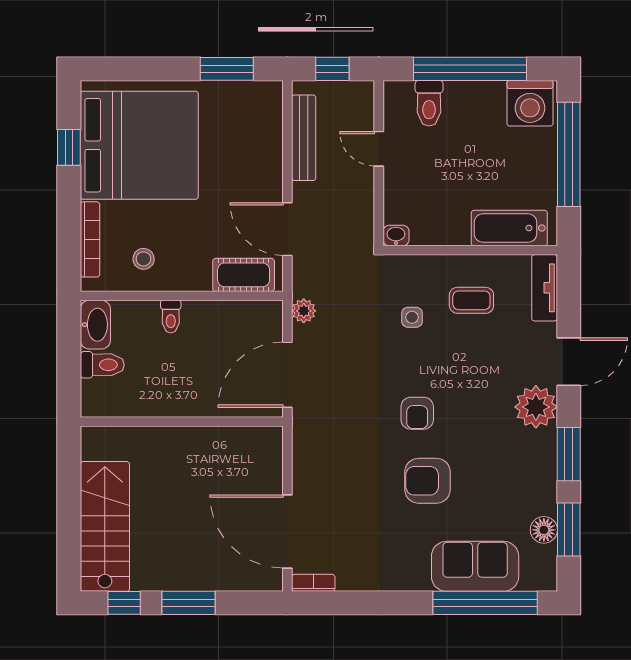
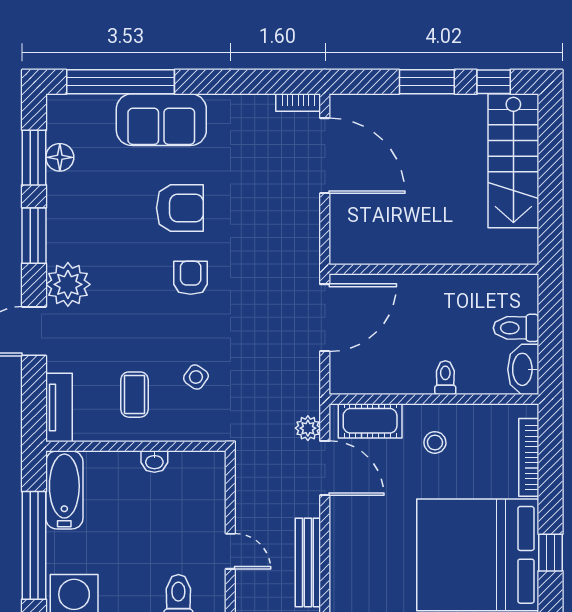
bathtub: (509, 228) -> (64, 490), moved, turned -90
washbasin: (396, 236) -> (154, 461), moved
stool: (144, 259) -> (435, 442), moved
coffee table: (471, 300) -> (135, 395), turned 90
plant: (304, 311) -> (308, 428), moved
side table: (412, 317) -> (196, 377), turned 35
sofa: (475, 566) -> (161, 120), moved

